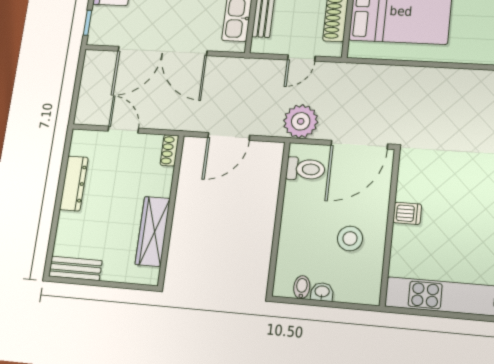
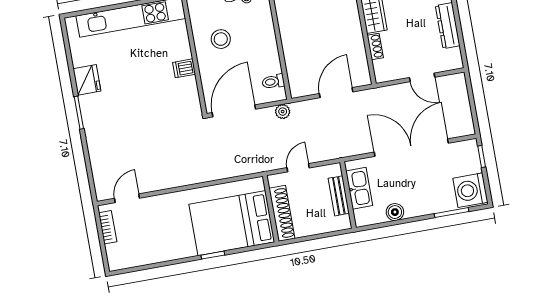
plant: (301, 121) -> (283, 112), width x0.53, depth x0.53
shoe rack: (170, 150) -> (375, 46), moved
toilet: (306, 169) -> (273, 82), width x0.73, depth x0.72

